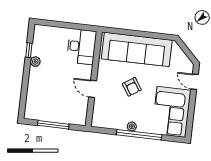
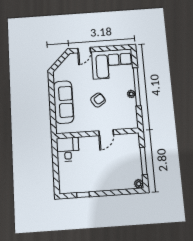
desk: (81, 47) -> (68, 149), width x0.73
sofa: (137, 49) -> (63, 102), width x0.74, depth x0.79
plant: (35, 62) -> (139, 184), moved

